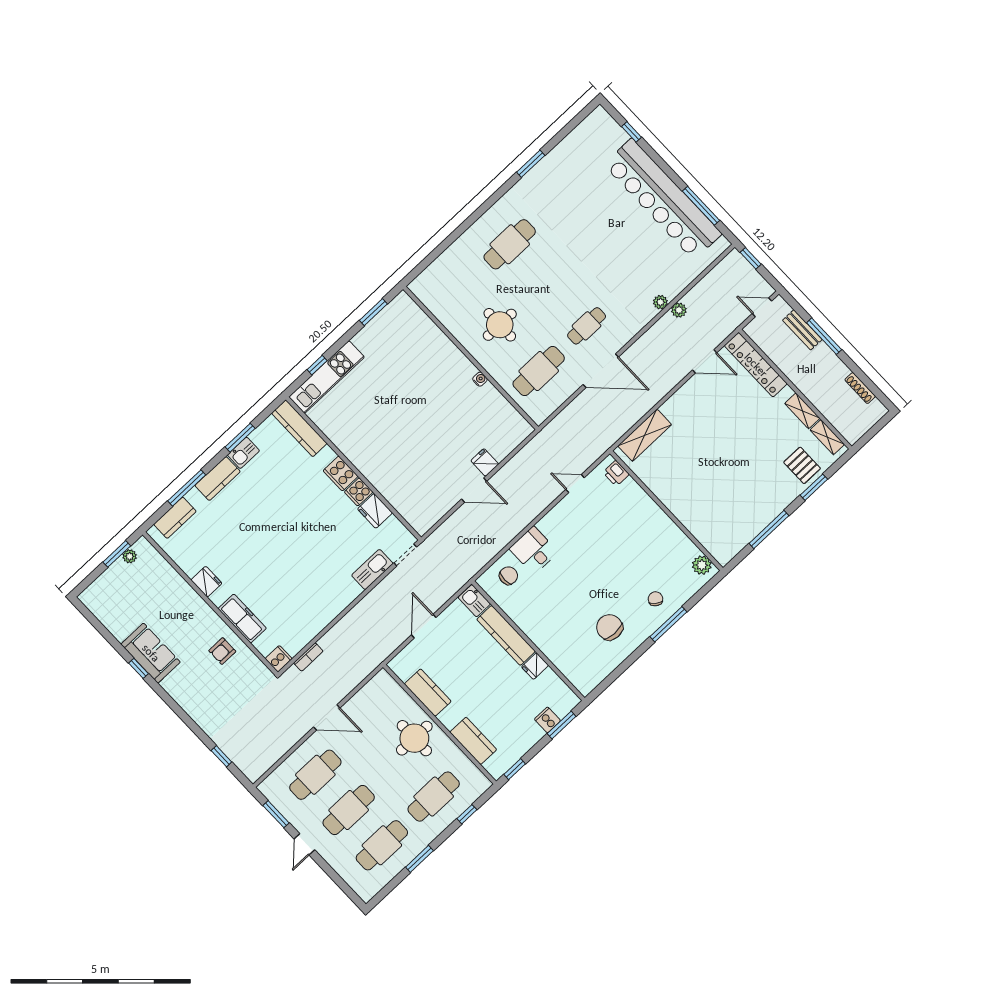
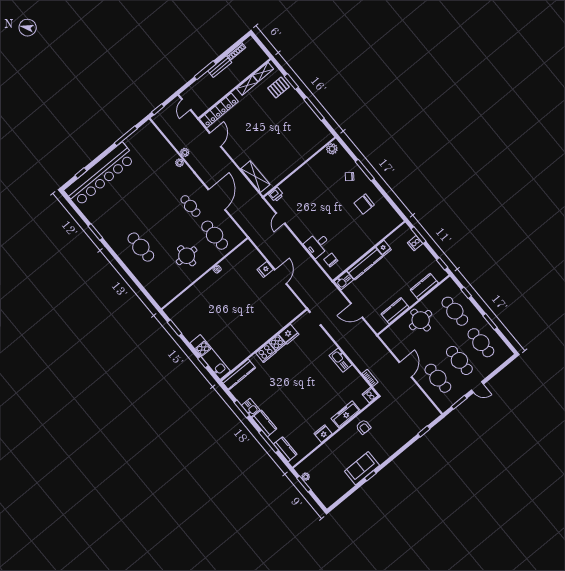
bar counter: (663, 199) -> (100, 175), moved
bench: (802, 330) -> (220, 67), moved
kitchen sink: (372, 570) -> (341, 360), moved

